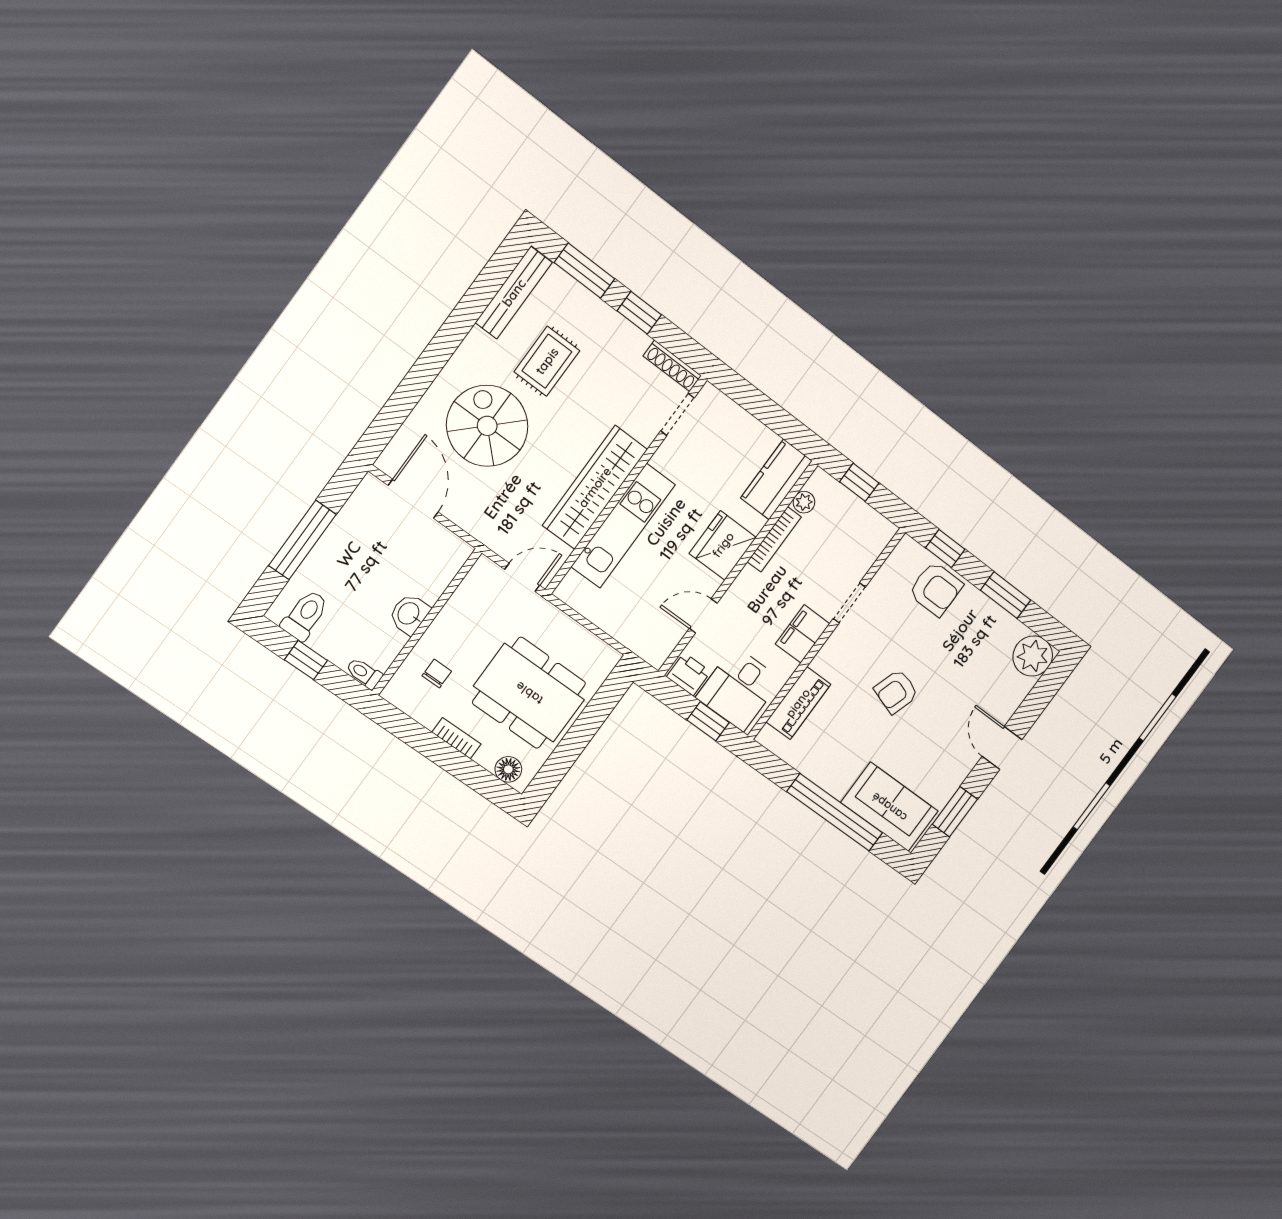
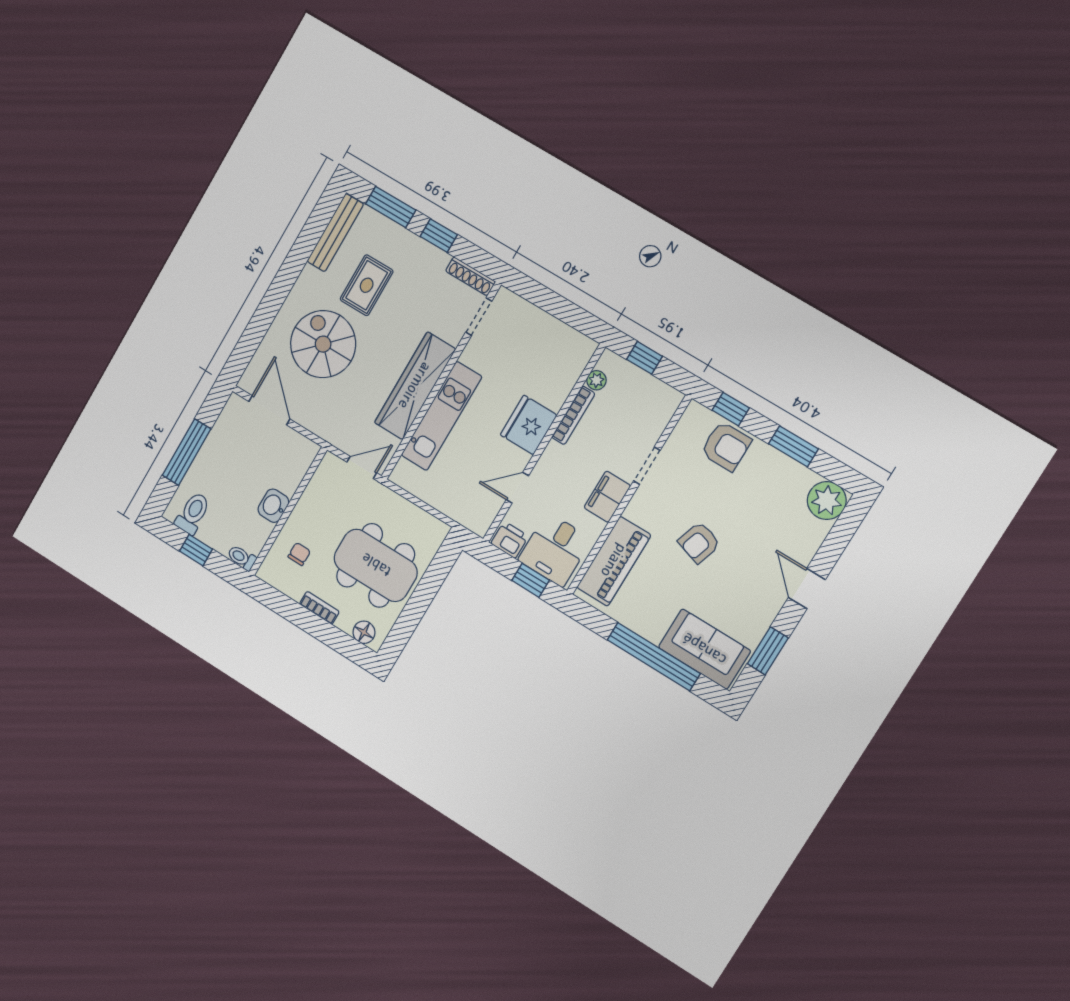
kitchen counter: (776, 480) -> (570, 363), removed
piano: (798, 703) -> (614, 561), width x1.37, depth x1.33

